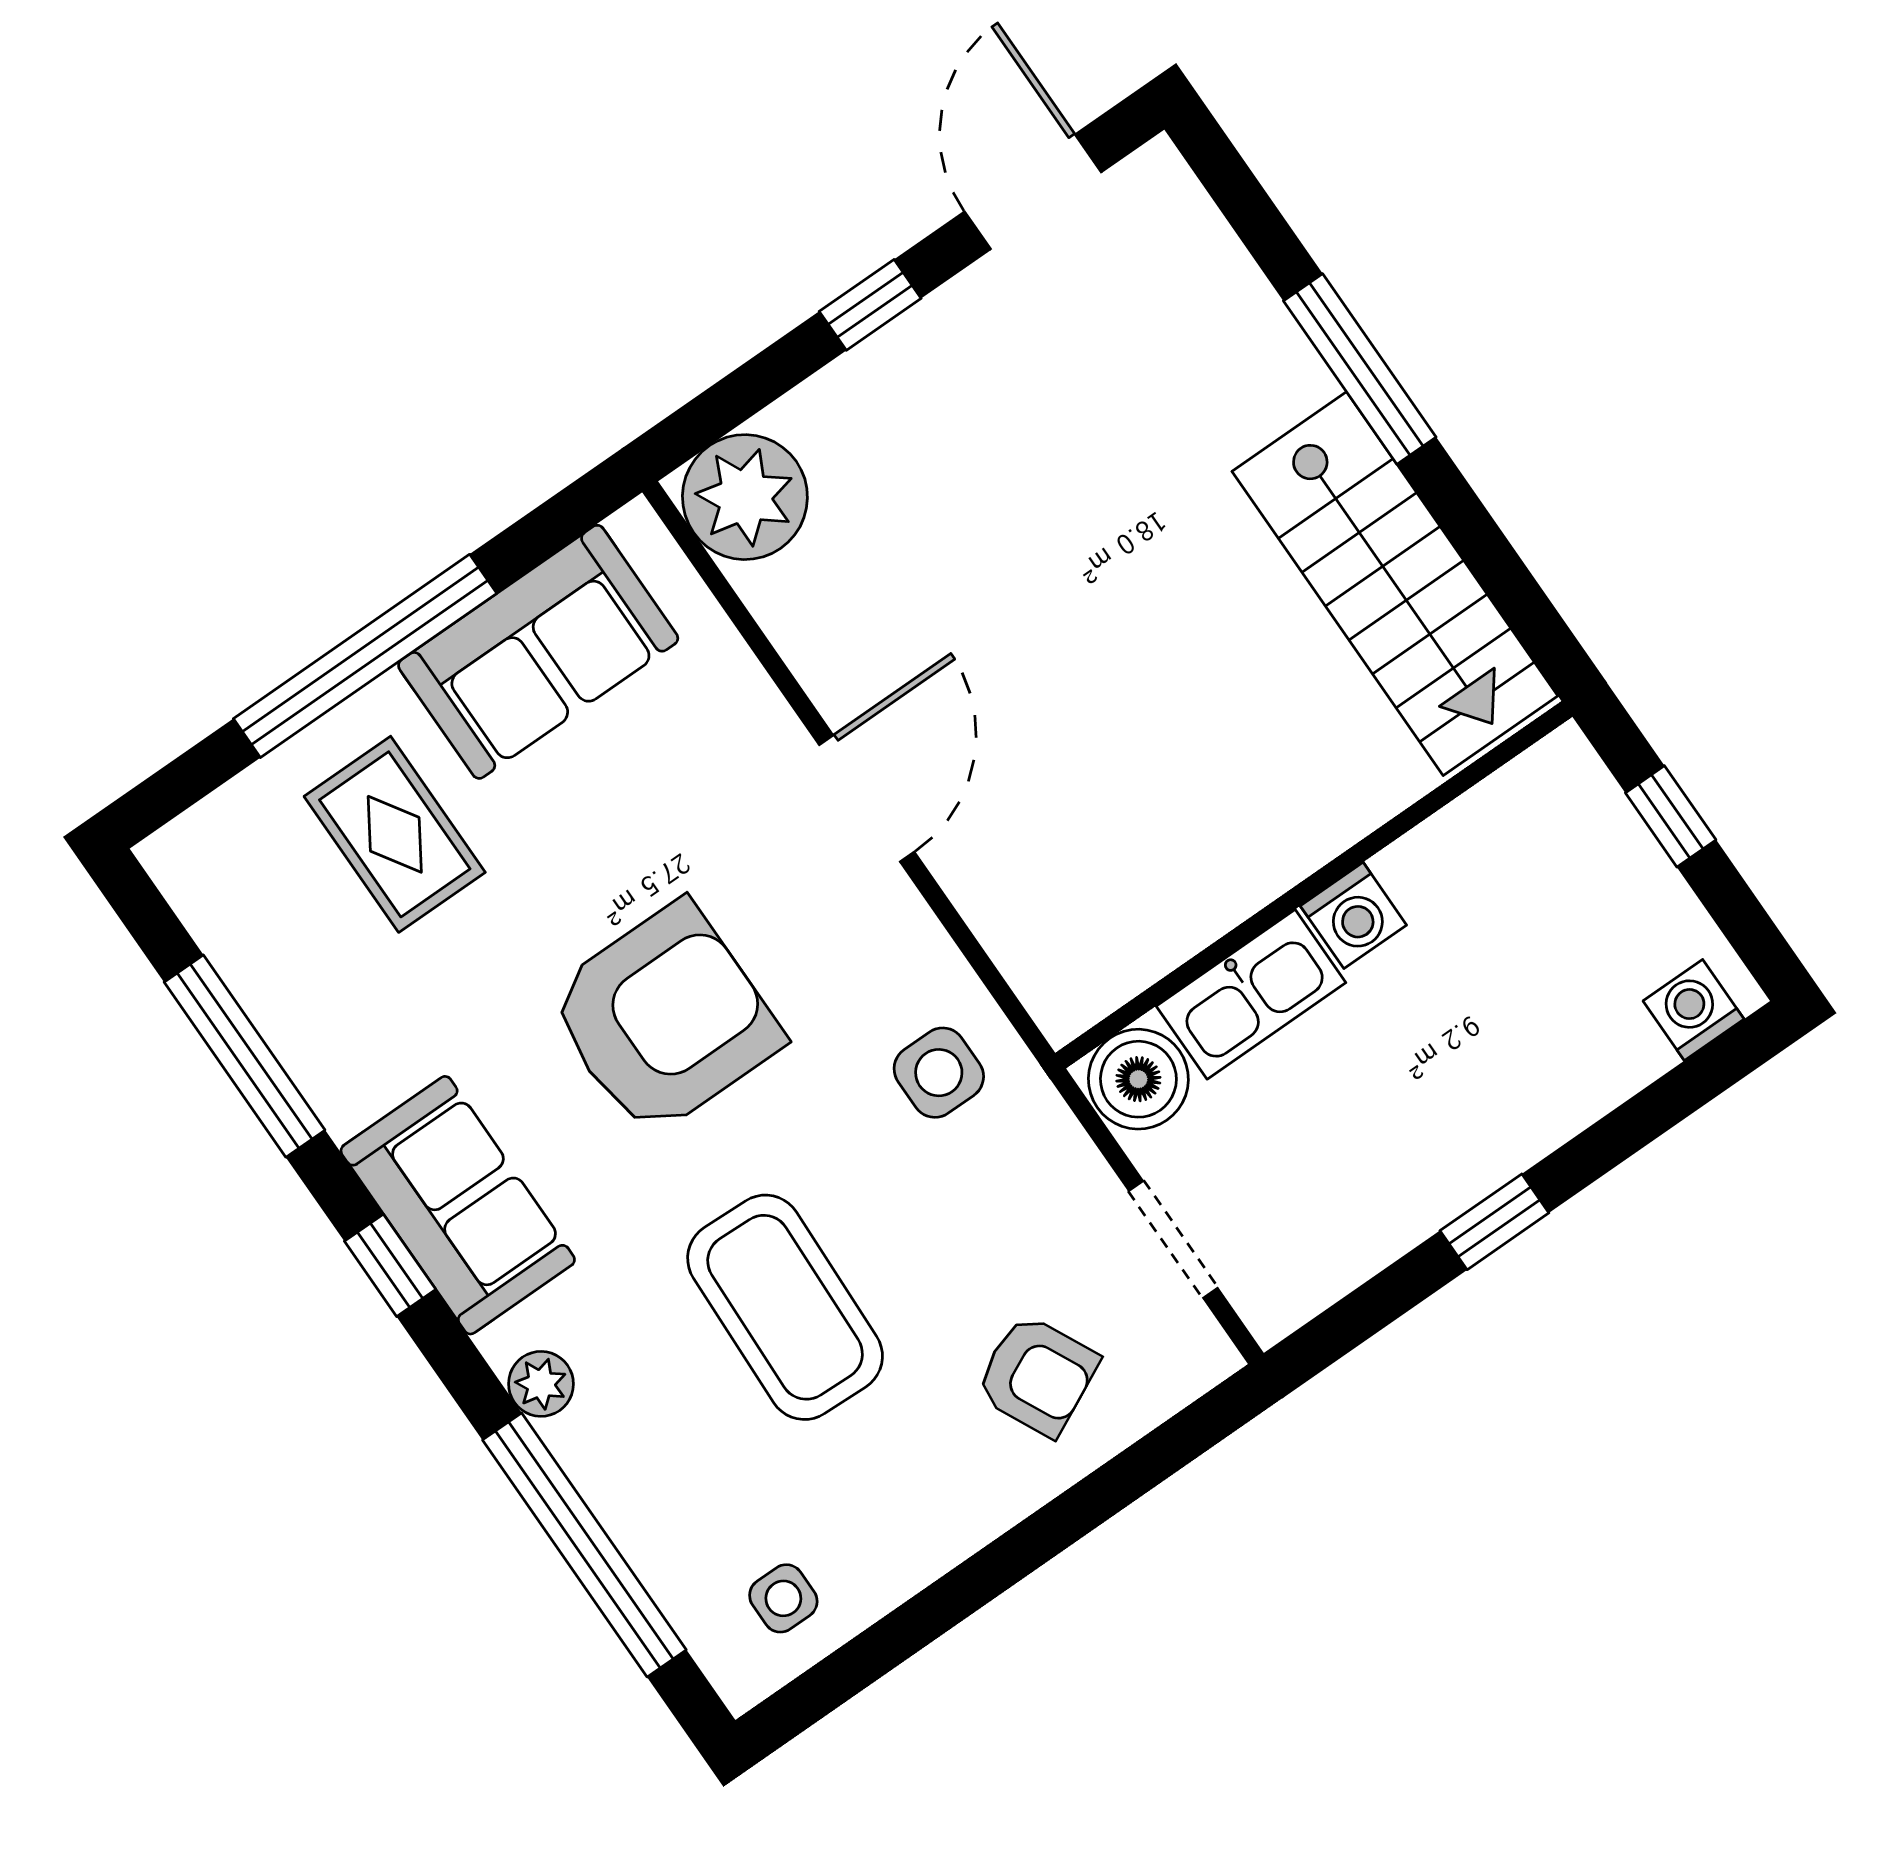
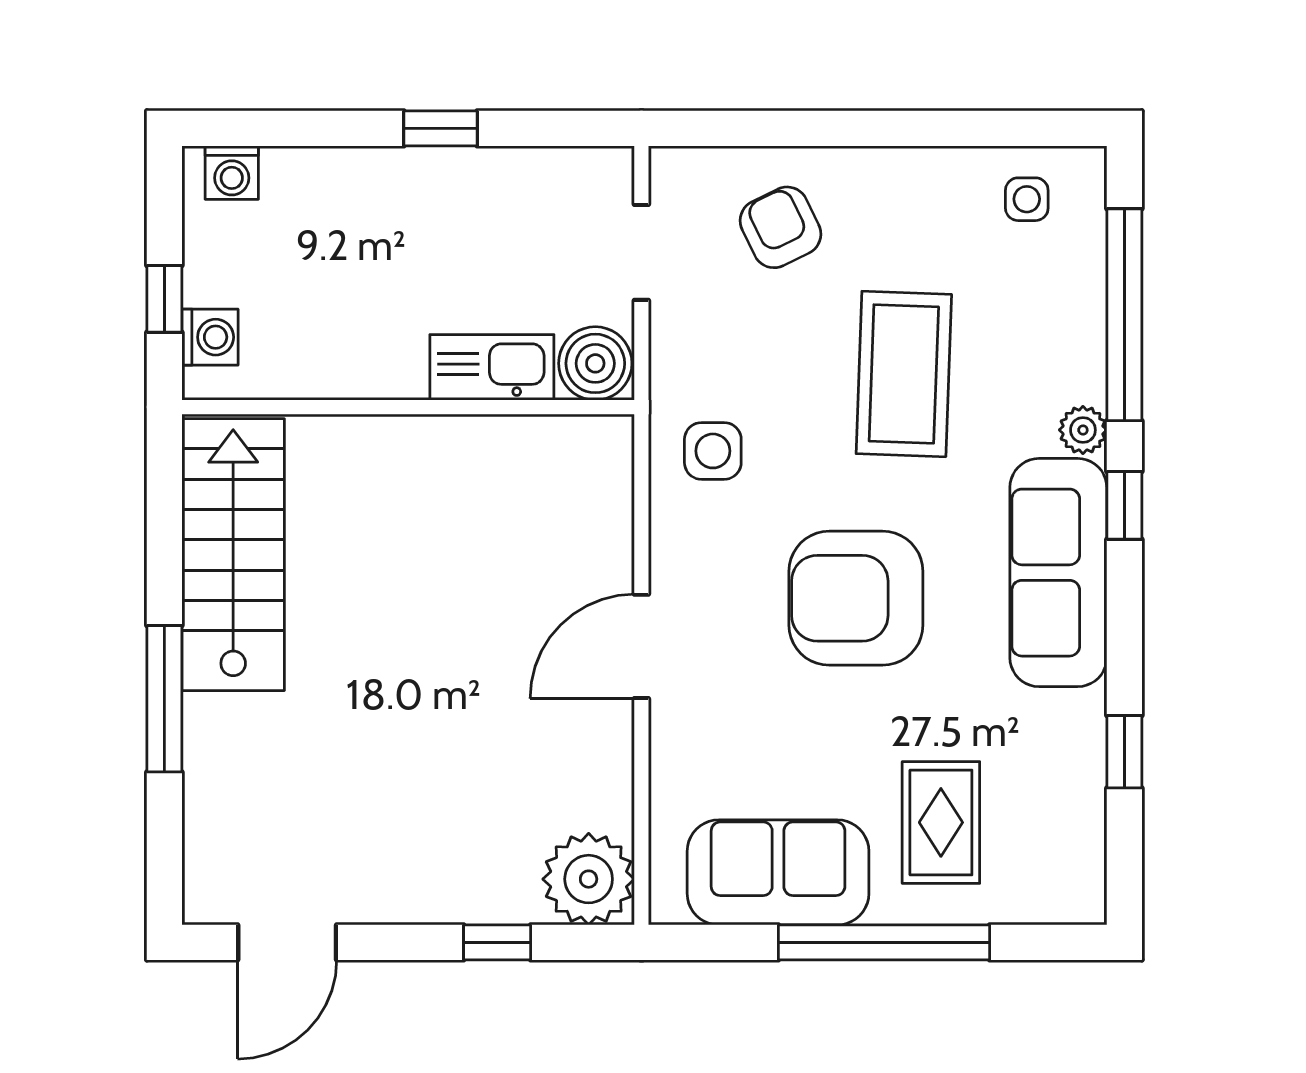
window: (870, 305) -> (497, 942), moved
washing machine: (1353, 915) -> (210, 337), moved, turned 90
window: (245, 1056) -> (1124, 752), width x0.46
sofa: (458, 1205) -> (1058, 573), width x1.36
window: (390, 1265) -> (1124, 505), moved

